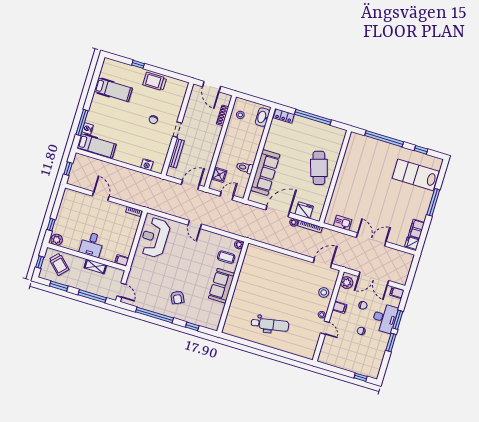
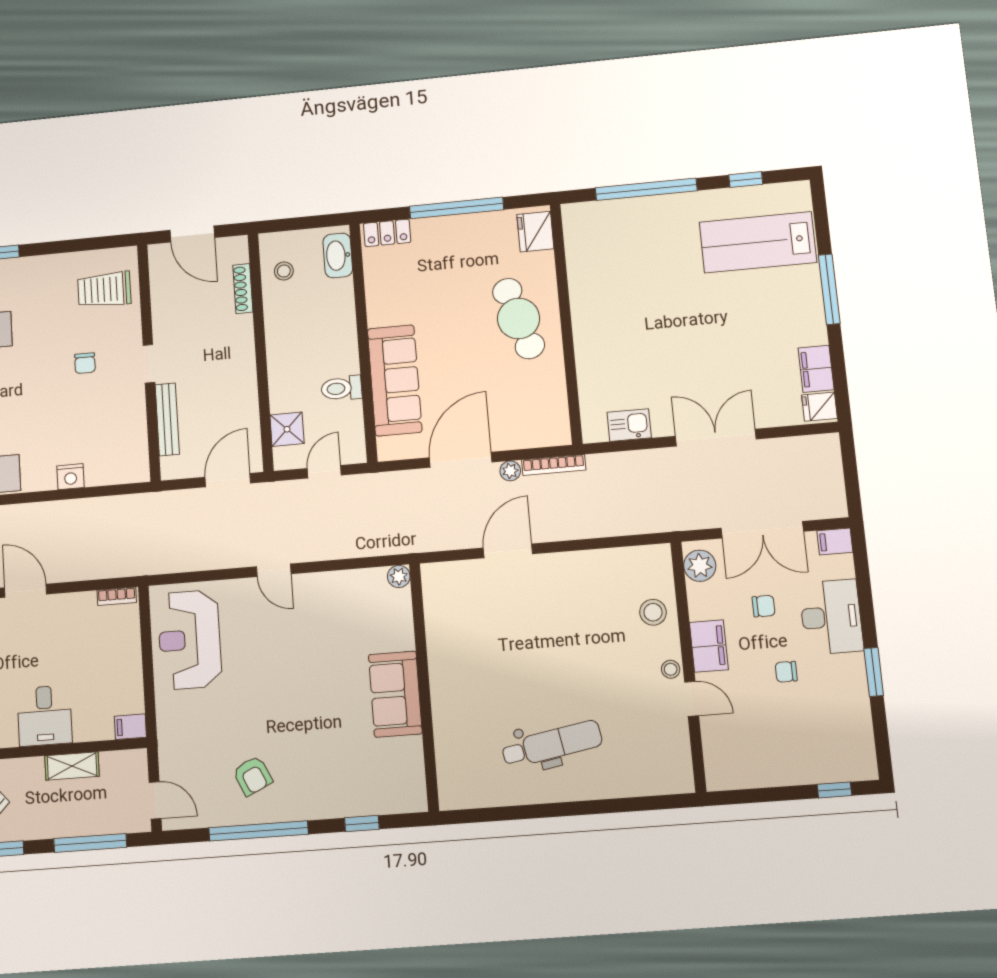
trolley: (155, 81) -> (104, 290), moved
nightstand: (147, 165) -> (71, 477), moved
fridge: (304, 210) -> (535, 232), moved, turned -90
coffee table: (226, 257) -> (380, 619), removed
door: (322, 263) -> (508, 551), moved
armchair: (177, 297) -> (253, 776), moved
filing cabinet: (340, 307) -> (709, 646), width x2.00
window: (398, 320) -> (866, 608), removed

